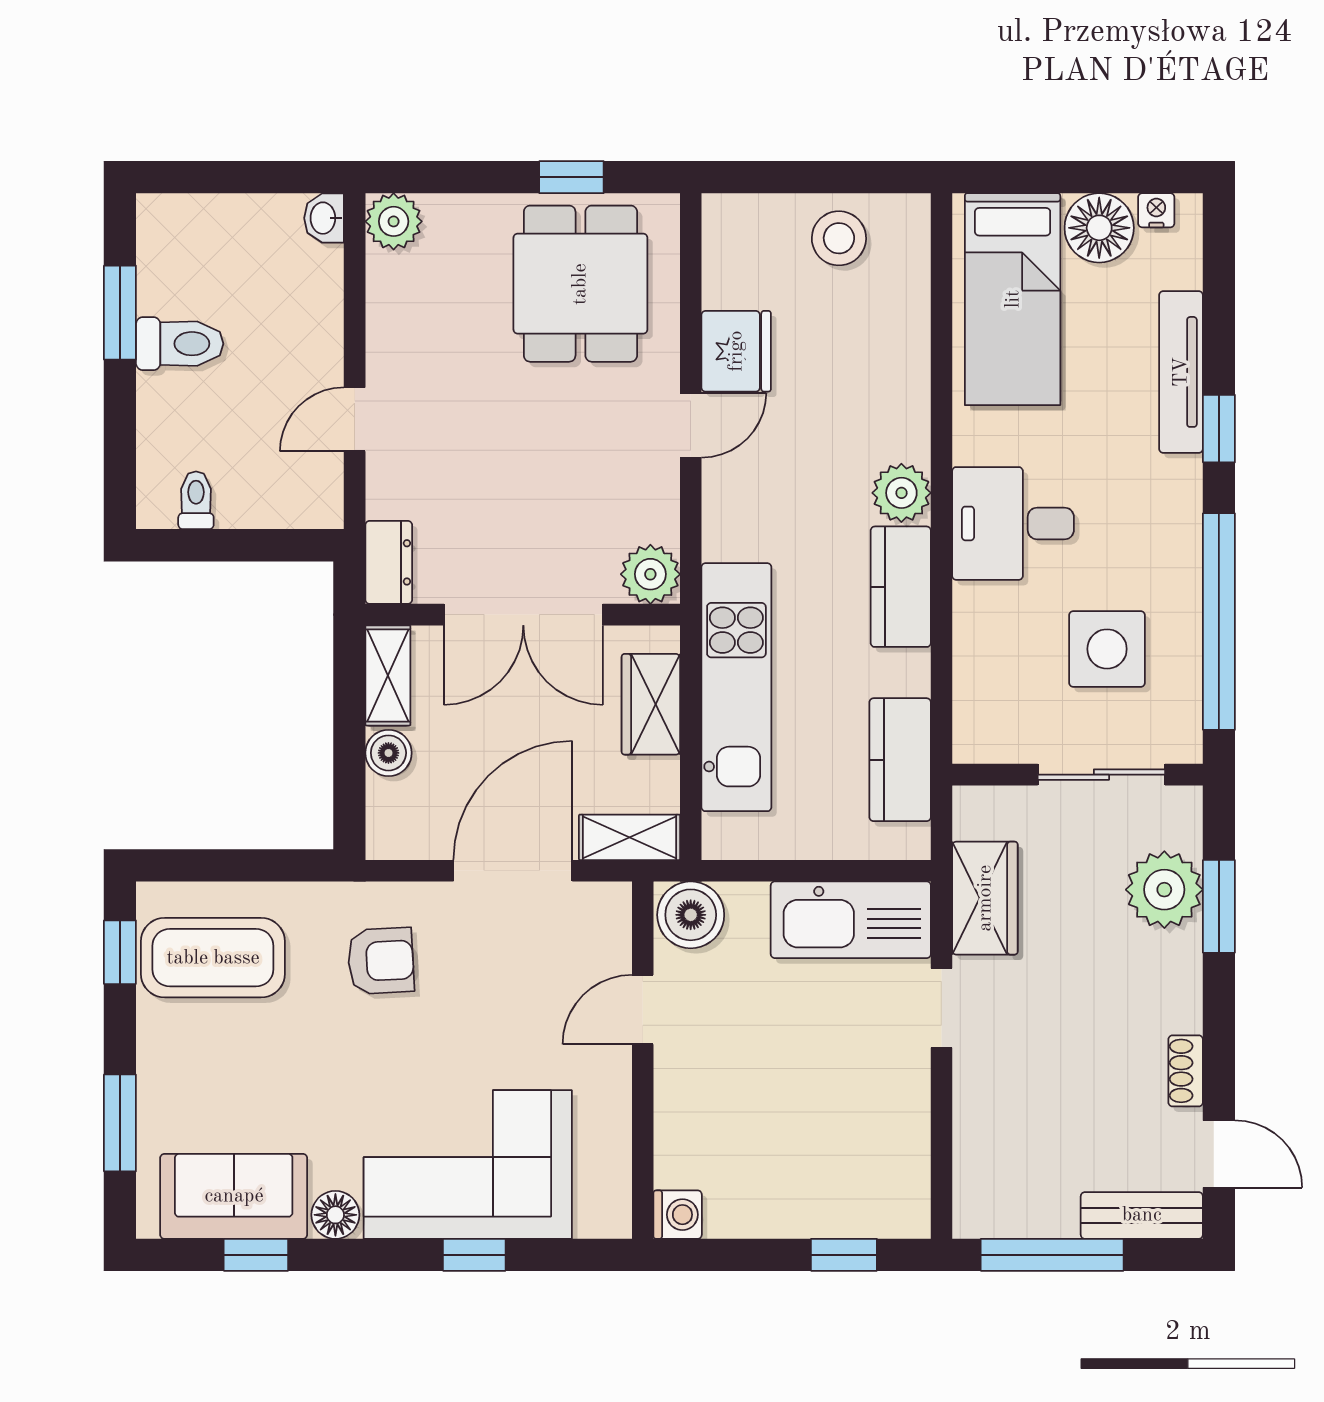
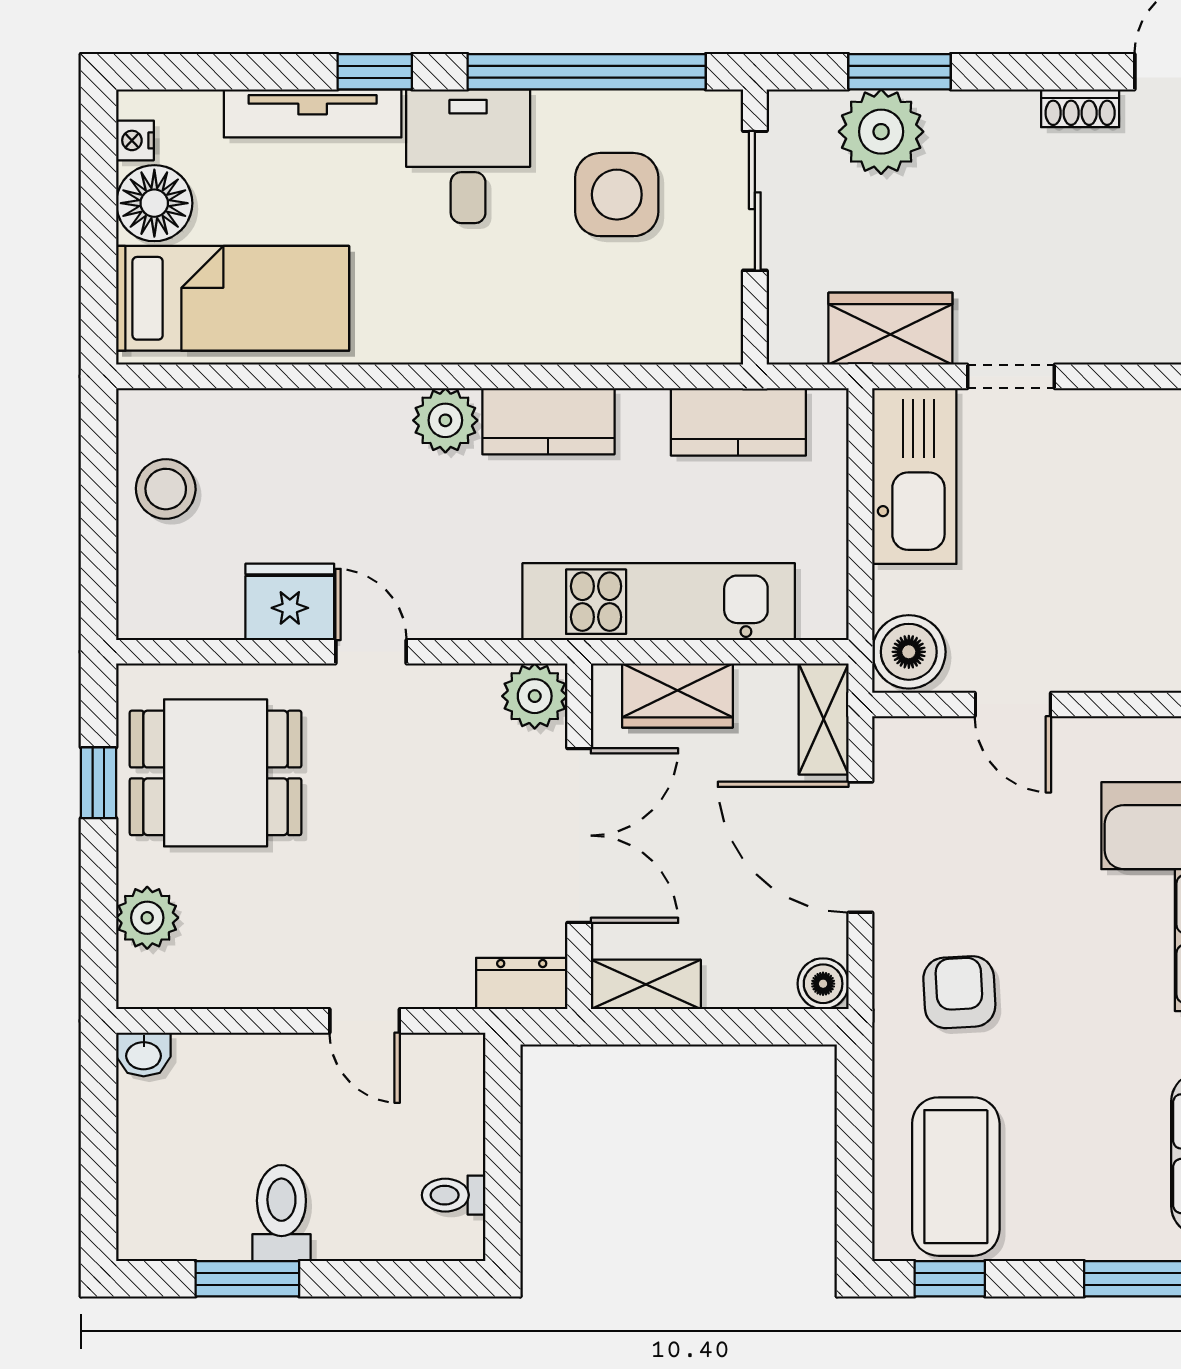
plant: (394, 221) -> (147, 918), moved
desk: (1013, 523) -> (468, 156), moved, turned 180
boiler: (388, 753) -> (823, 984), moved

